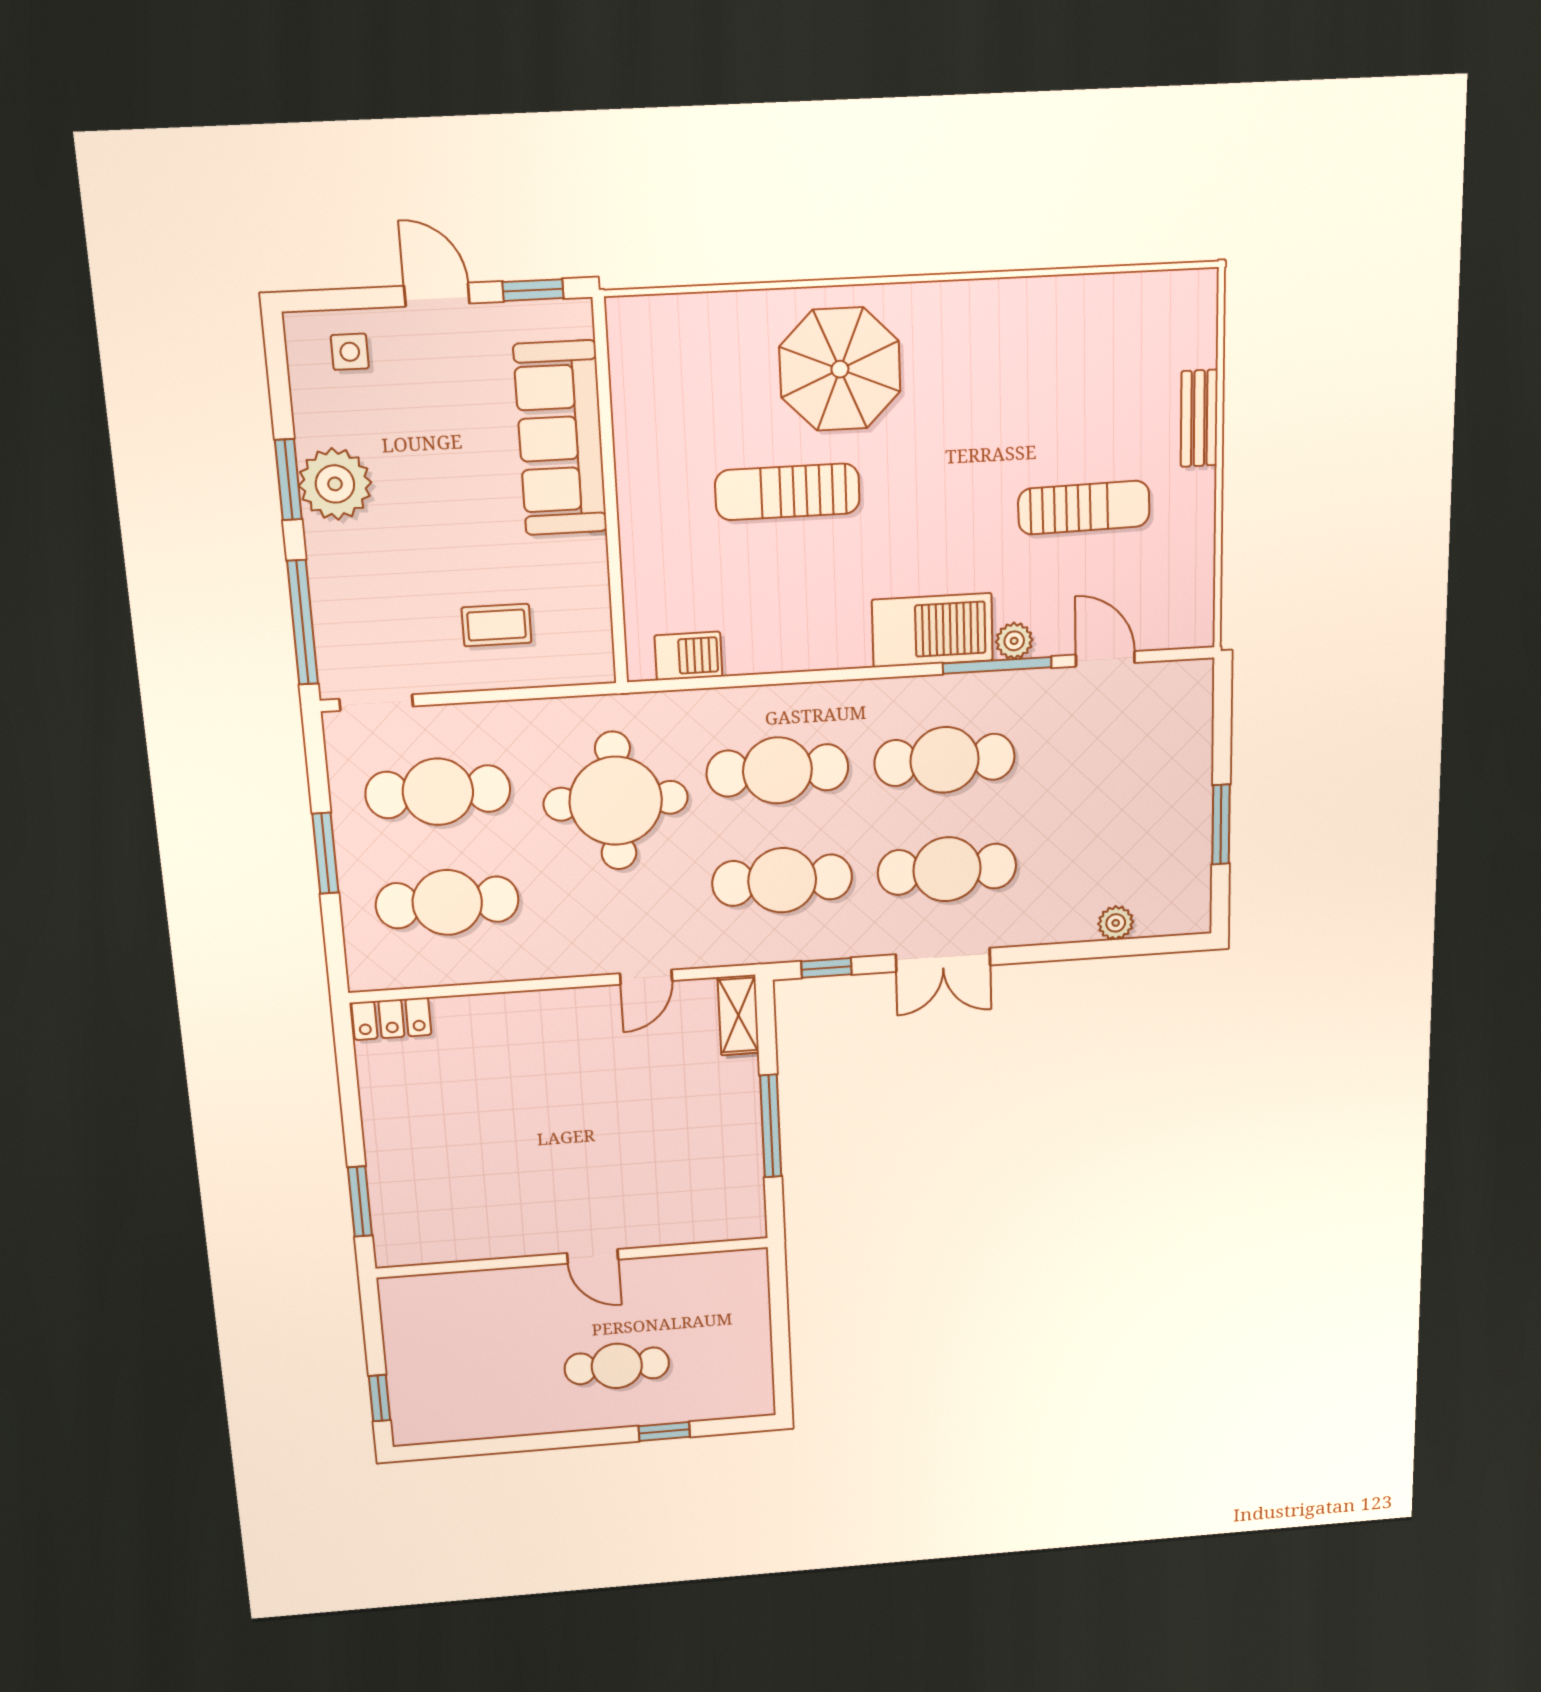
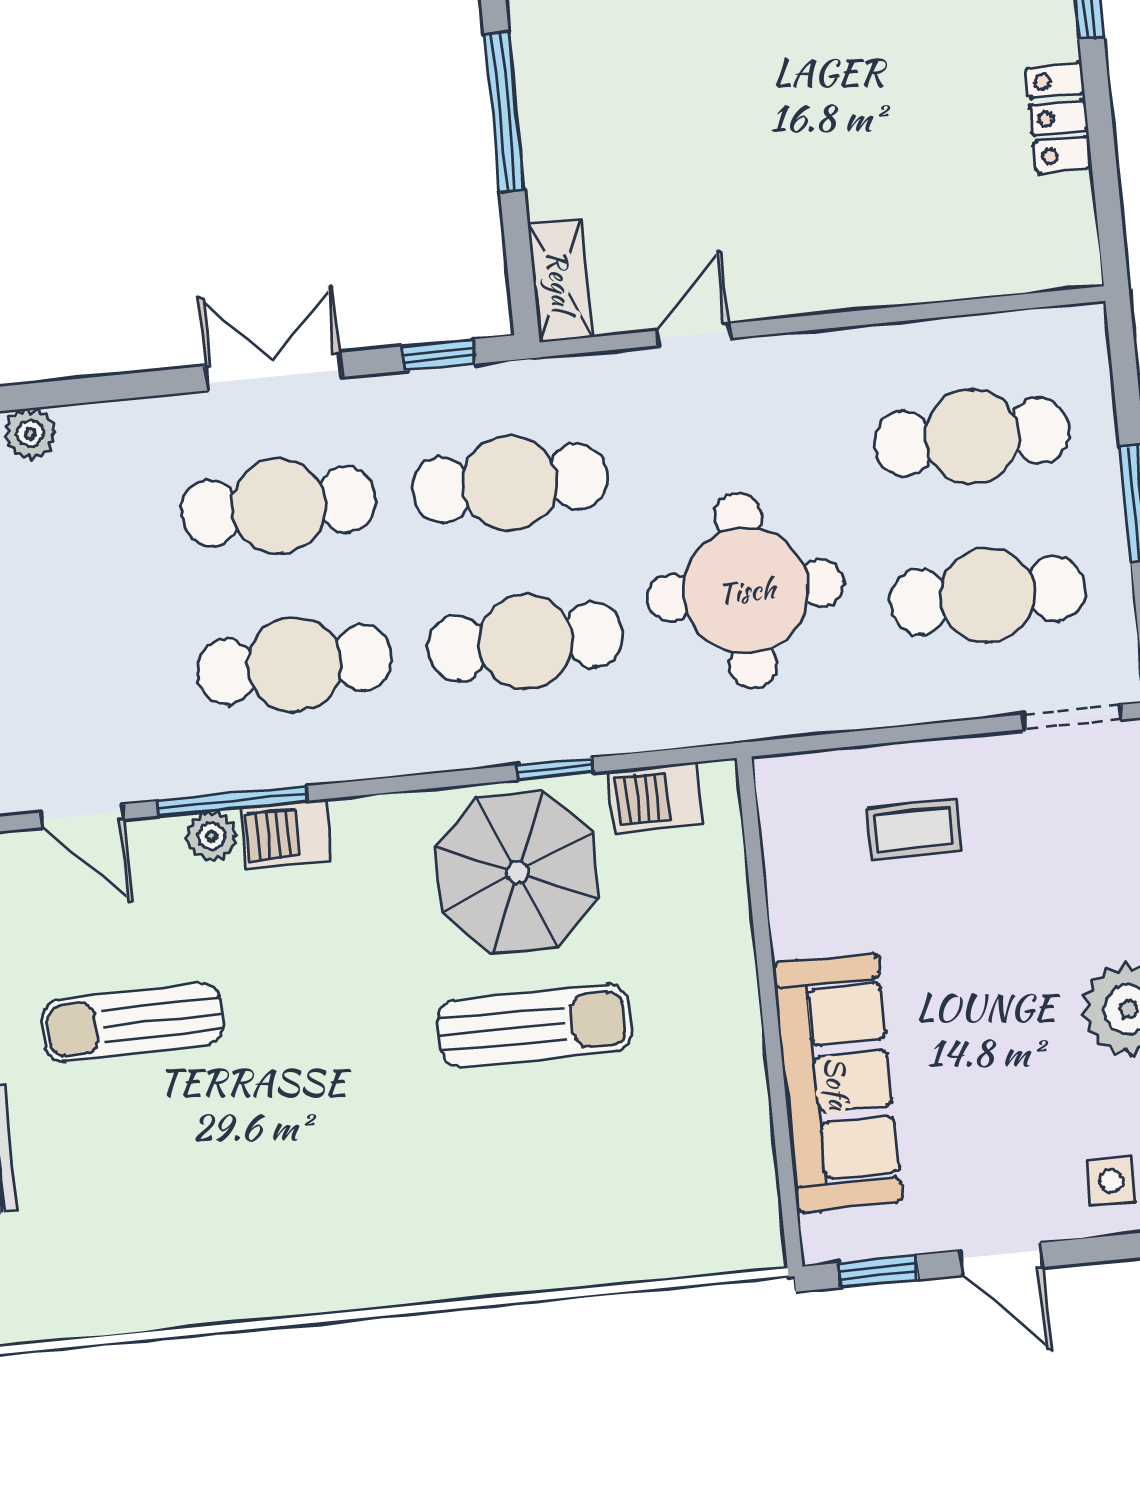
parasol: (840, 369) -> (517, 872), moved
barbecue: (932, 630) -> (286, 834), width x0.53, depth x0.65
window: (761, 679) -> (555, 769), added
locker: (391, 1019) -> (1059, 118), moved, turned -90

